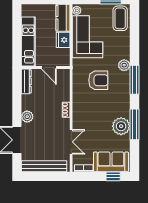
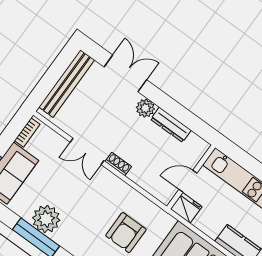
fridge: (63, 40) -> (186, 208), moved
dresser: (26, 81) -> (171, 125), moved
double door: (71, 142) -> (87, 151), moved

